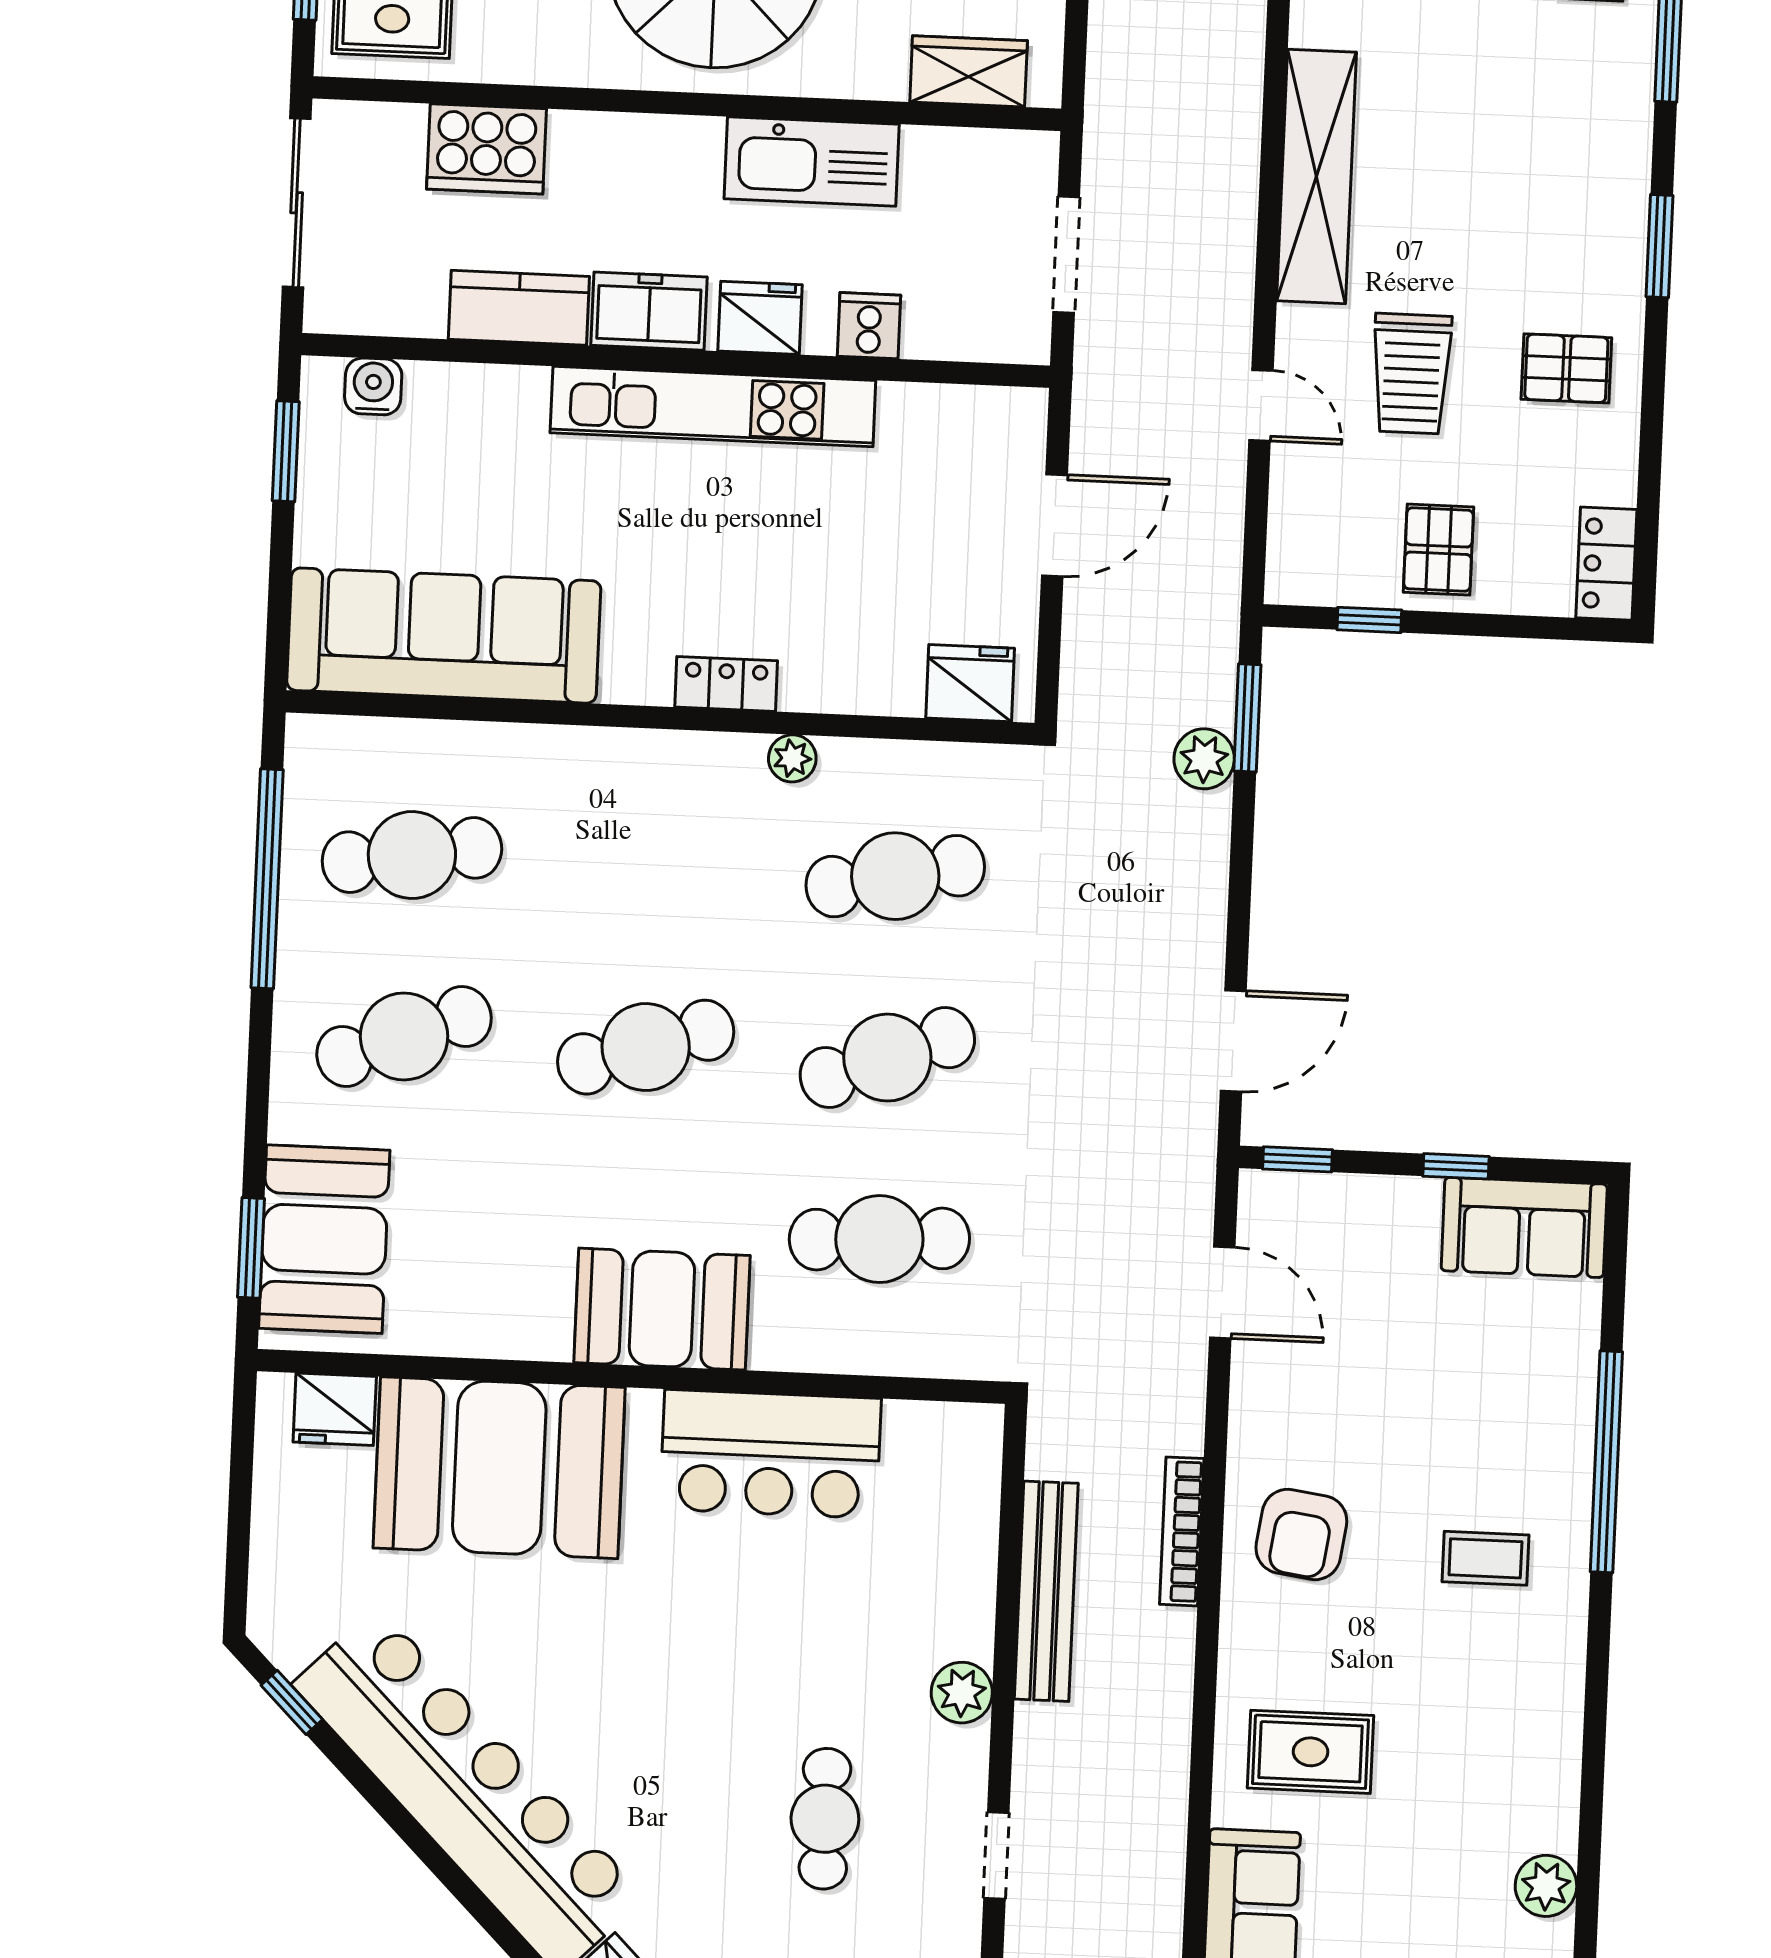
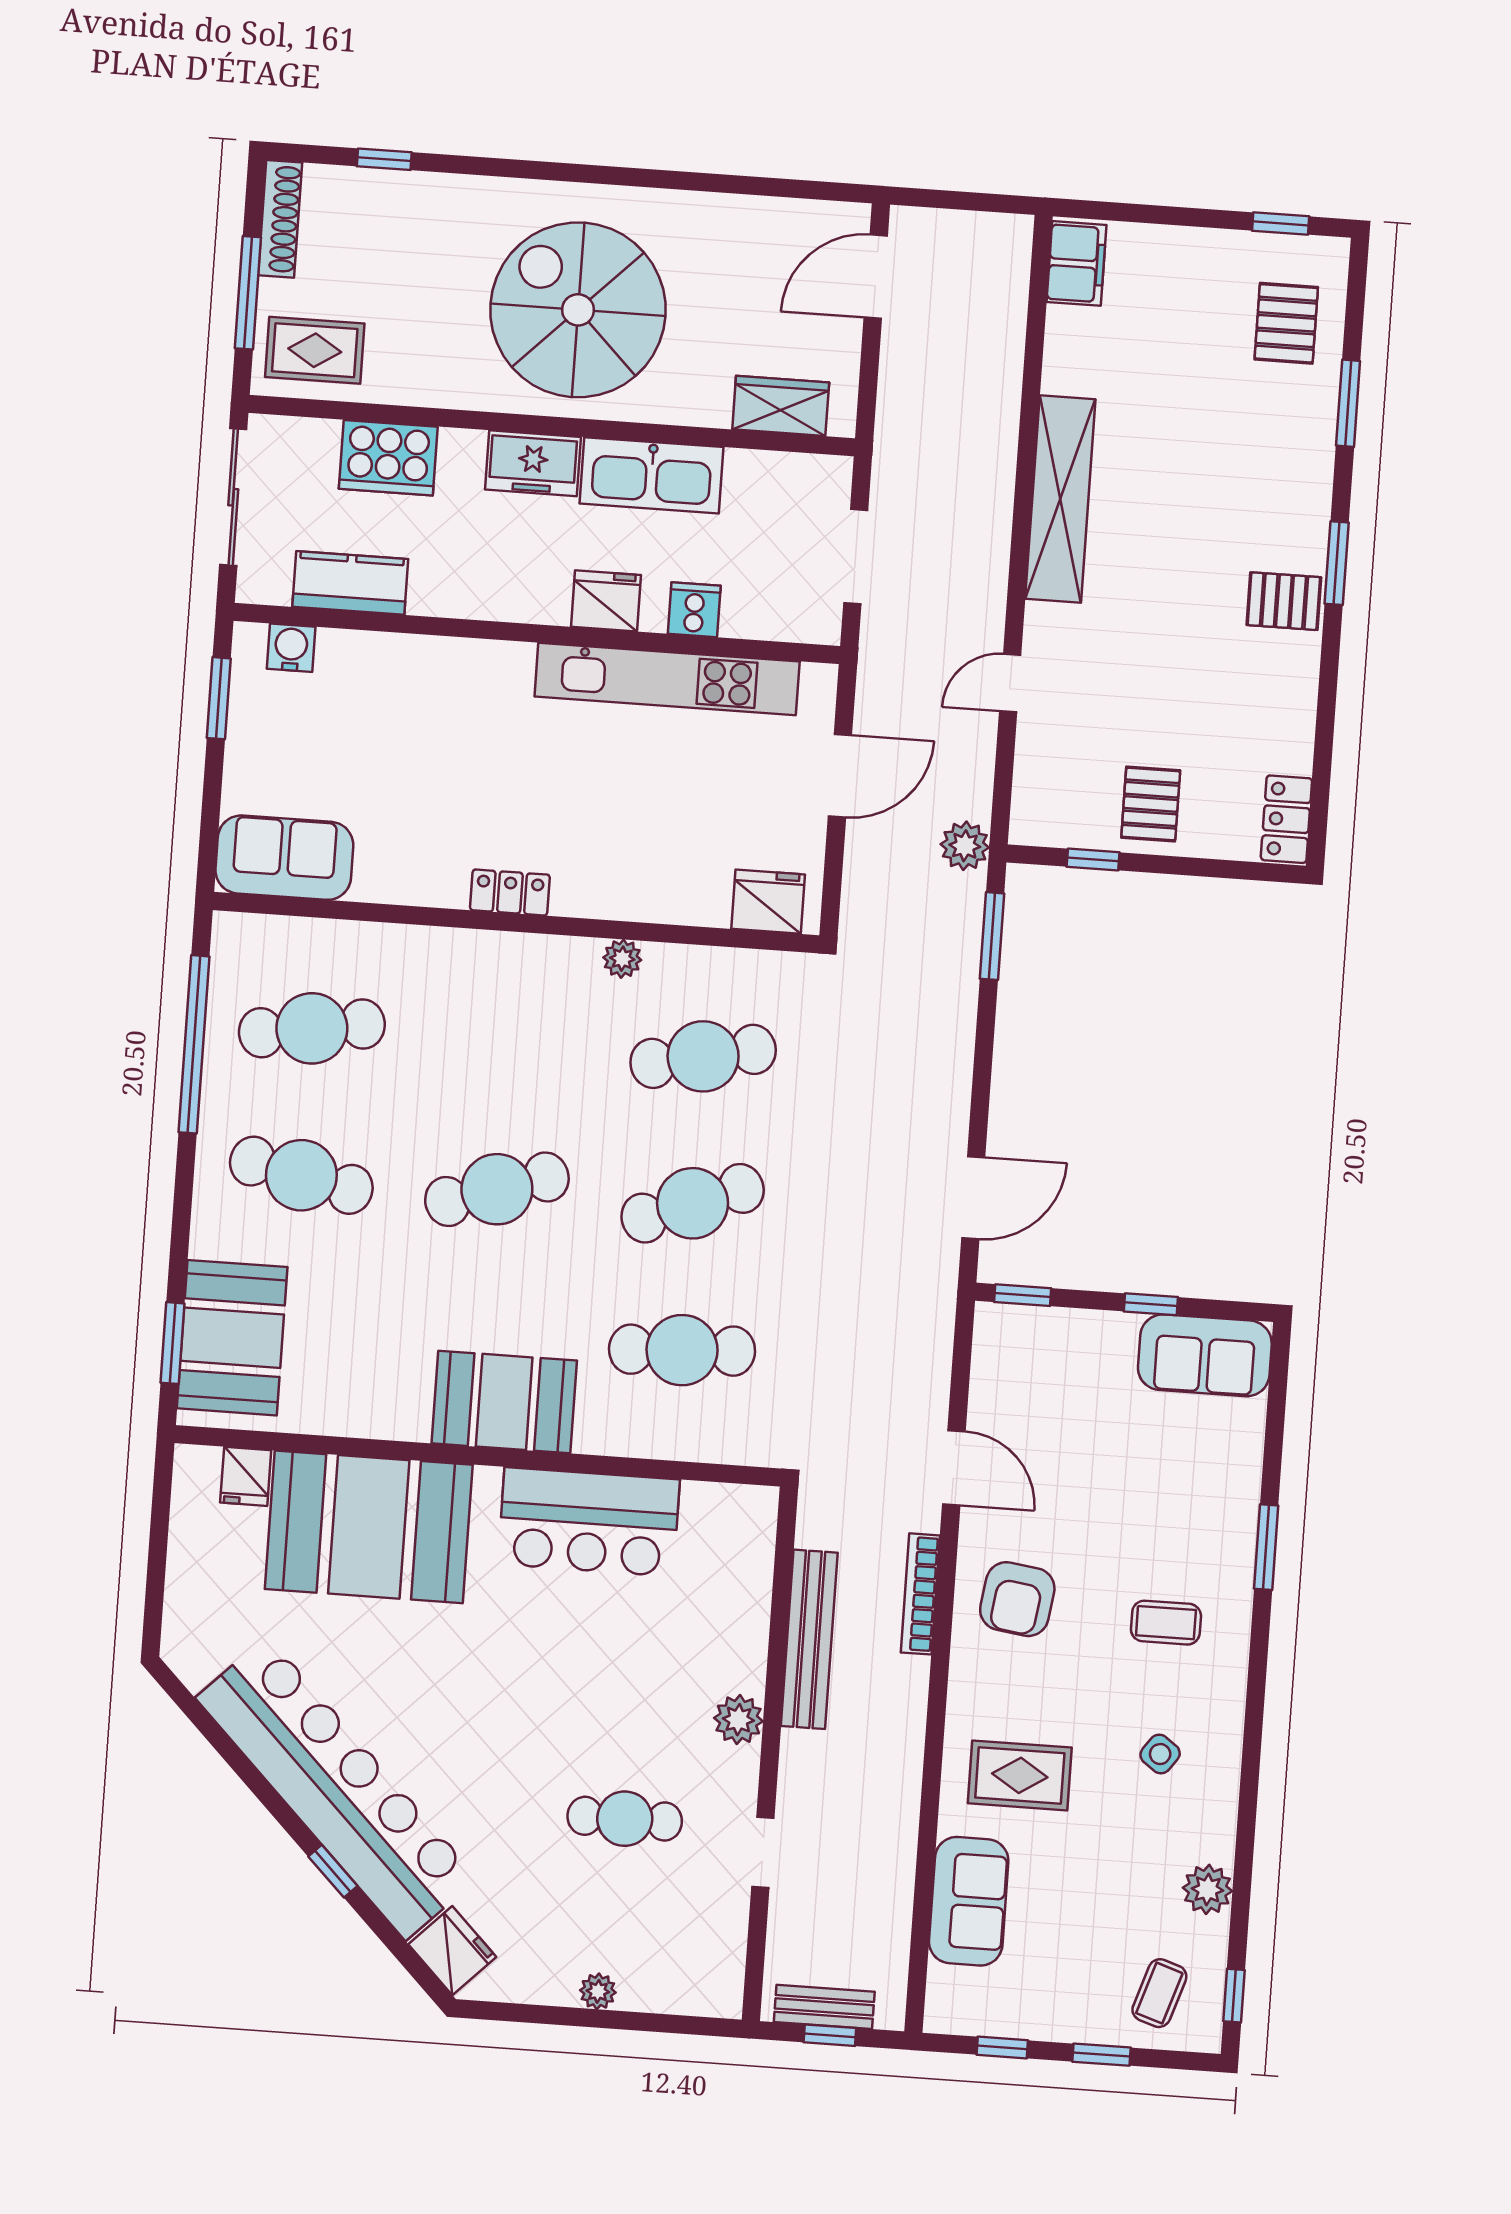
kitchen counter: (519, 308) -> (350, 583), moved
freezer: (649, 311) -> (533, 463), moved, turned 180
pallet: (1566, 368) -> (1284, 601), moved
trolley: (1411, 374) -> (1133, 661), removed
door: (1261, 405) -> (1010, 683), swing flipped
kitchen unit: (713, 407) -> (667, 679), moved
sofa: (444, 636) -> (284, 858), width x0.54, depth x0.79
locker: (726, 684) -> (510, 892), moved
plant: (1204, 759) -> (965, 846), moved
cafe table: (404, 1036) -> (301, 1175), turned 33
door: (1222, 1292) -> (954, 1468), moved
fridge: (335, 1409) -> (246, 1476), width x0.72
window: (1606, 1462) -> (1266, 1547), width x0.47
window: (292, 1702) -> (333, 1871), moved
side table: (1483, 1721) -> (1160, 1754), added
cafe table: (825, 1819) -> (625, 1819), turned 90

